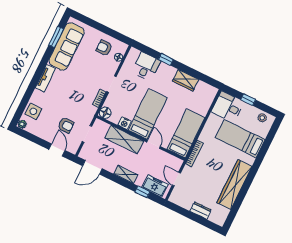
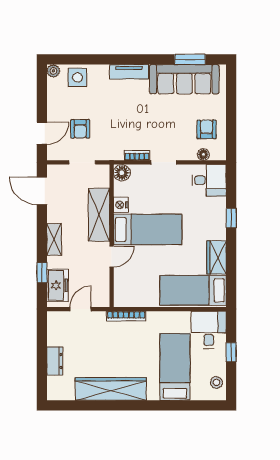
desk: (146, 66) -> (209, 180), moved
bed: (186, 133) -> (193, 290), moved, turned 180

